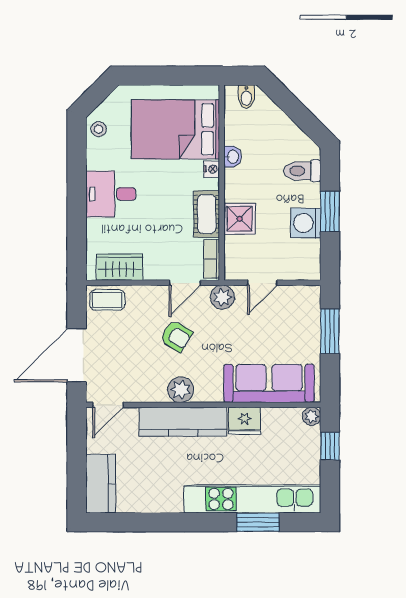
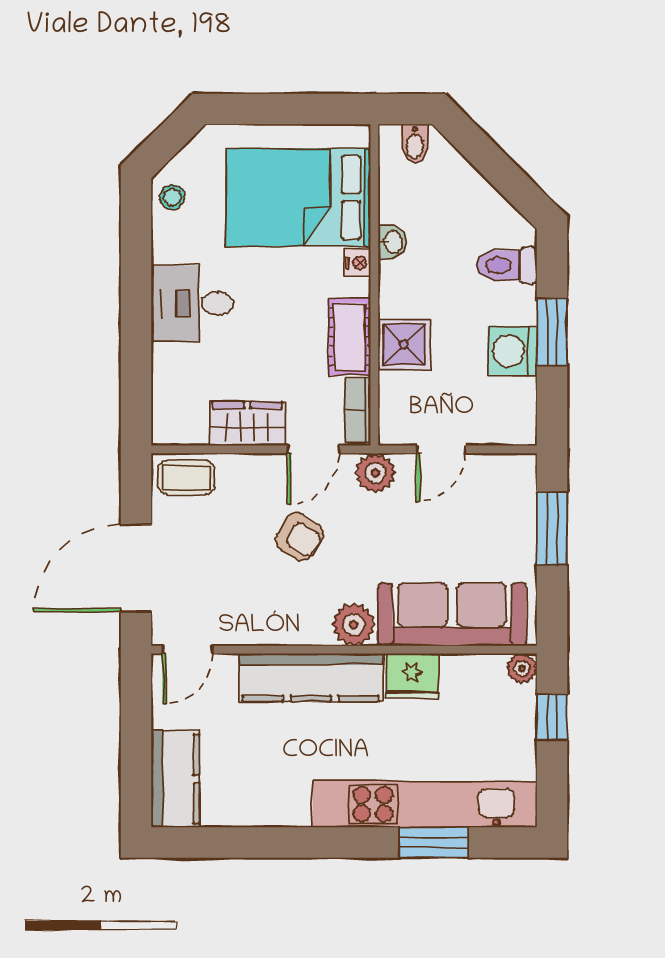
wardrobe: (120, 267) -> (247, 424), moved
plant: (181, 390) -> (354, 625), moved

